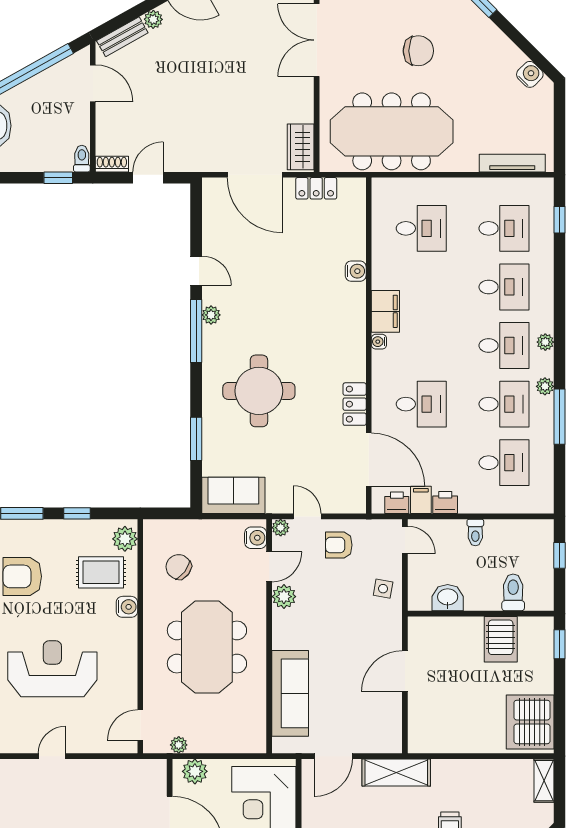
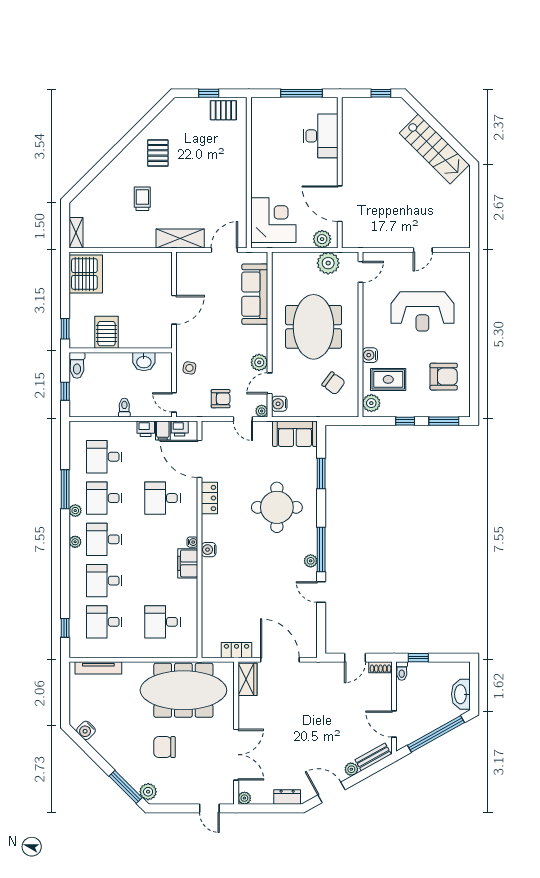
water cooler: (356, 271) -> (209, 550), moved
toilet: (513, 592) -> (77, 365), moved
plant: (179, 745) -> (328, 263), width x1.87, depth x1.87

